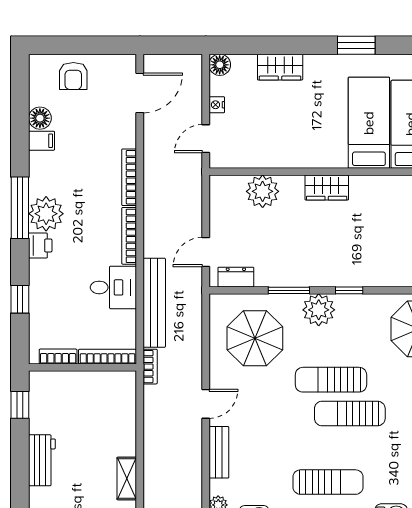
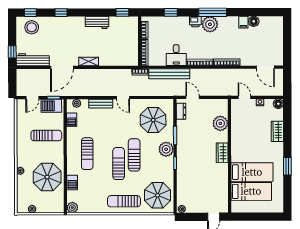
armchair: (73, 76) -> (273, 37), removed

